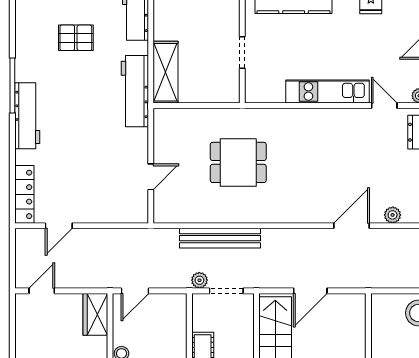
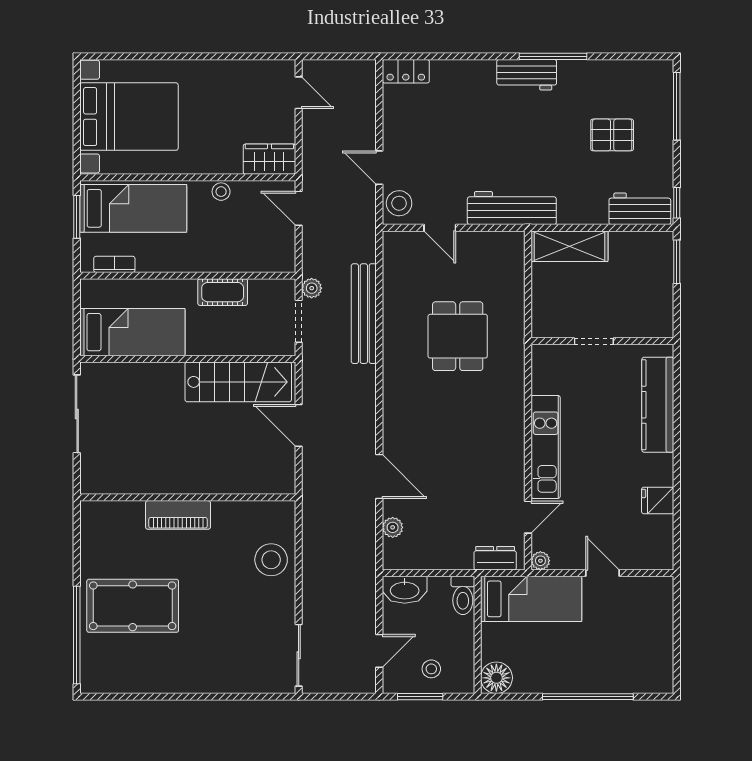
pallet: (76, 38) -> (612, 135), turned 90
workbench: (135, 91) -> (512, 208), moved
workbench: (27, 116) -> (527, 75), width x0.73
locker: (24, 194) -> (406, 71), width x0.66
stool: (131, 210) -> (399, 203), added
door: (59, 226) -> (379, 168), moved

